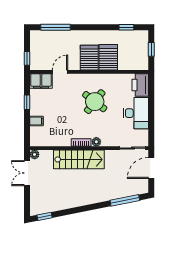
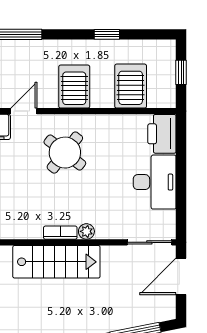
window: (126, 27) -> (107, 34), moved
server rack: (108, 57) -> (131, 86), moved
round table: (95, 102) -> (65, 153), moved

